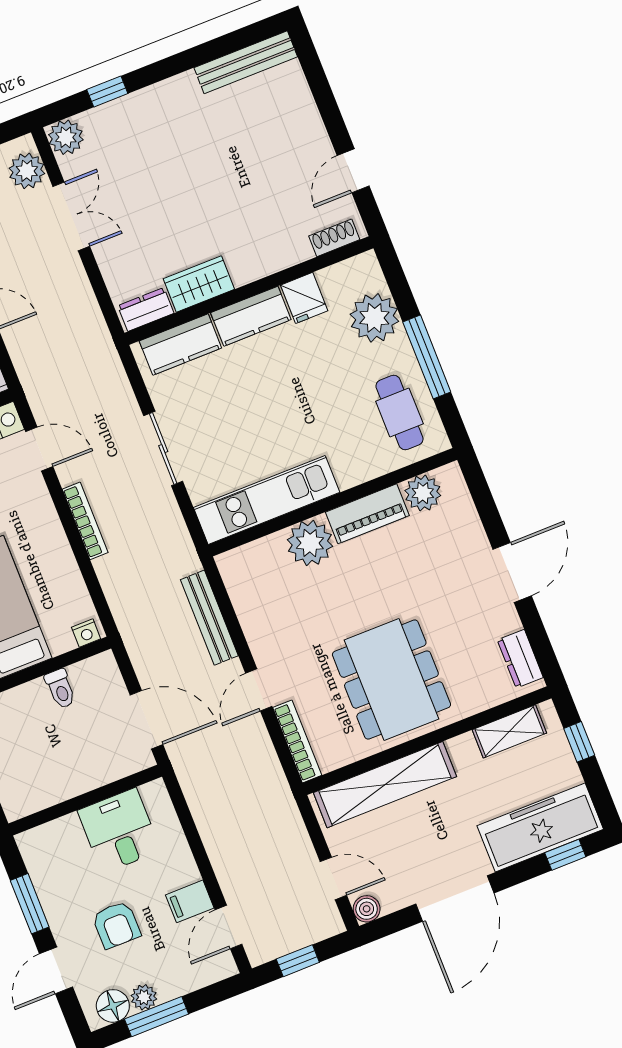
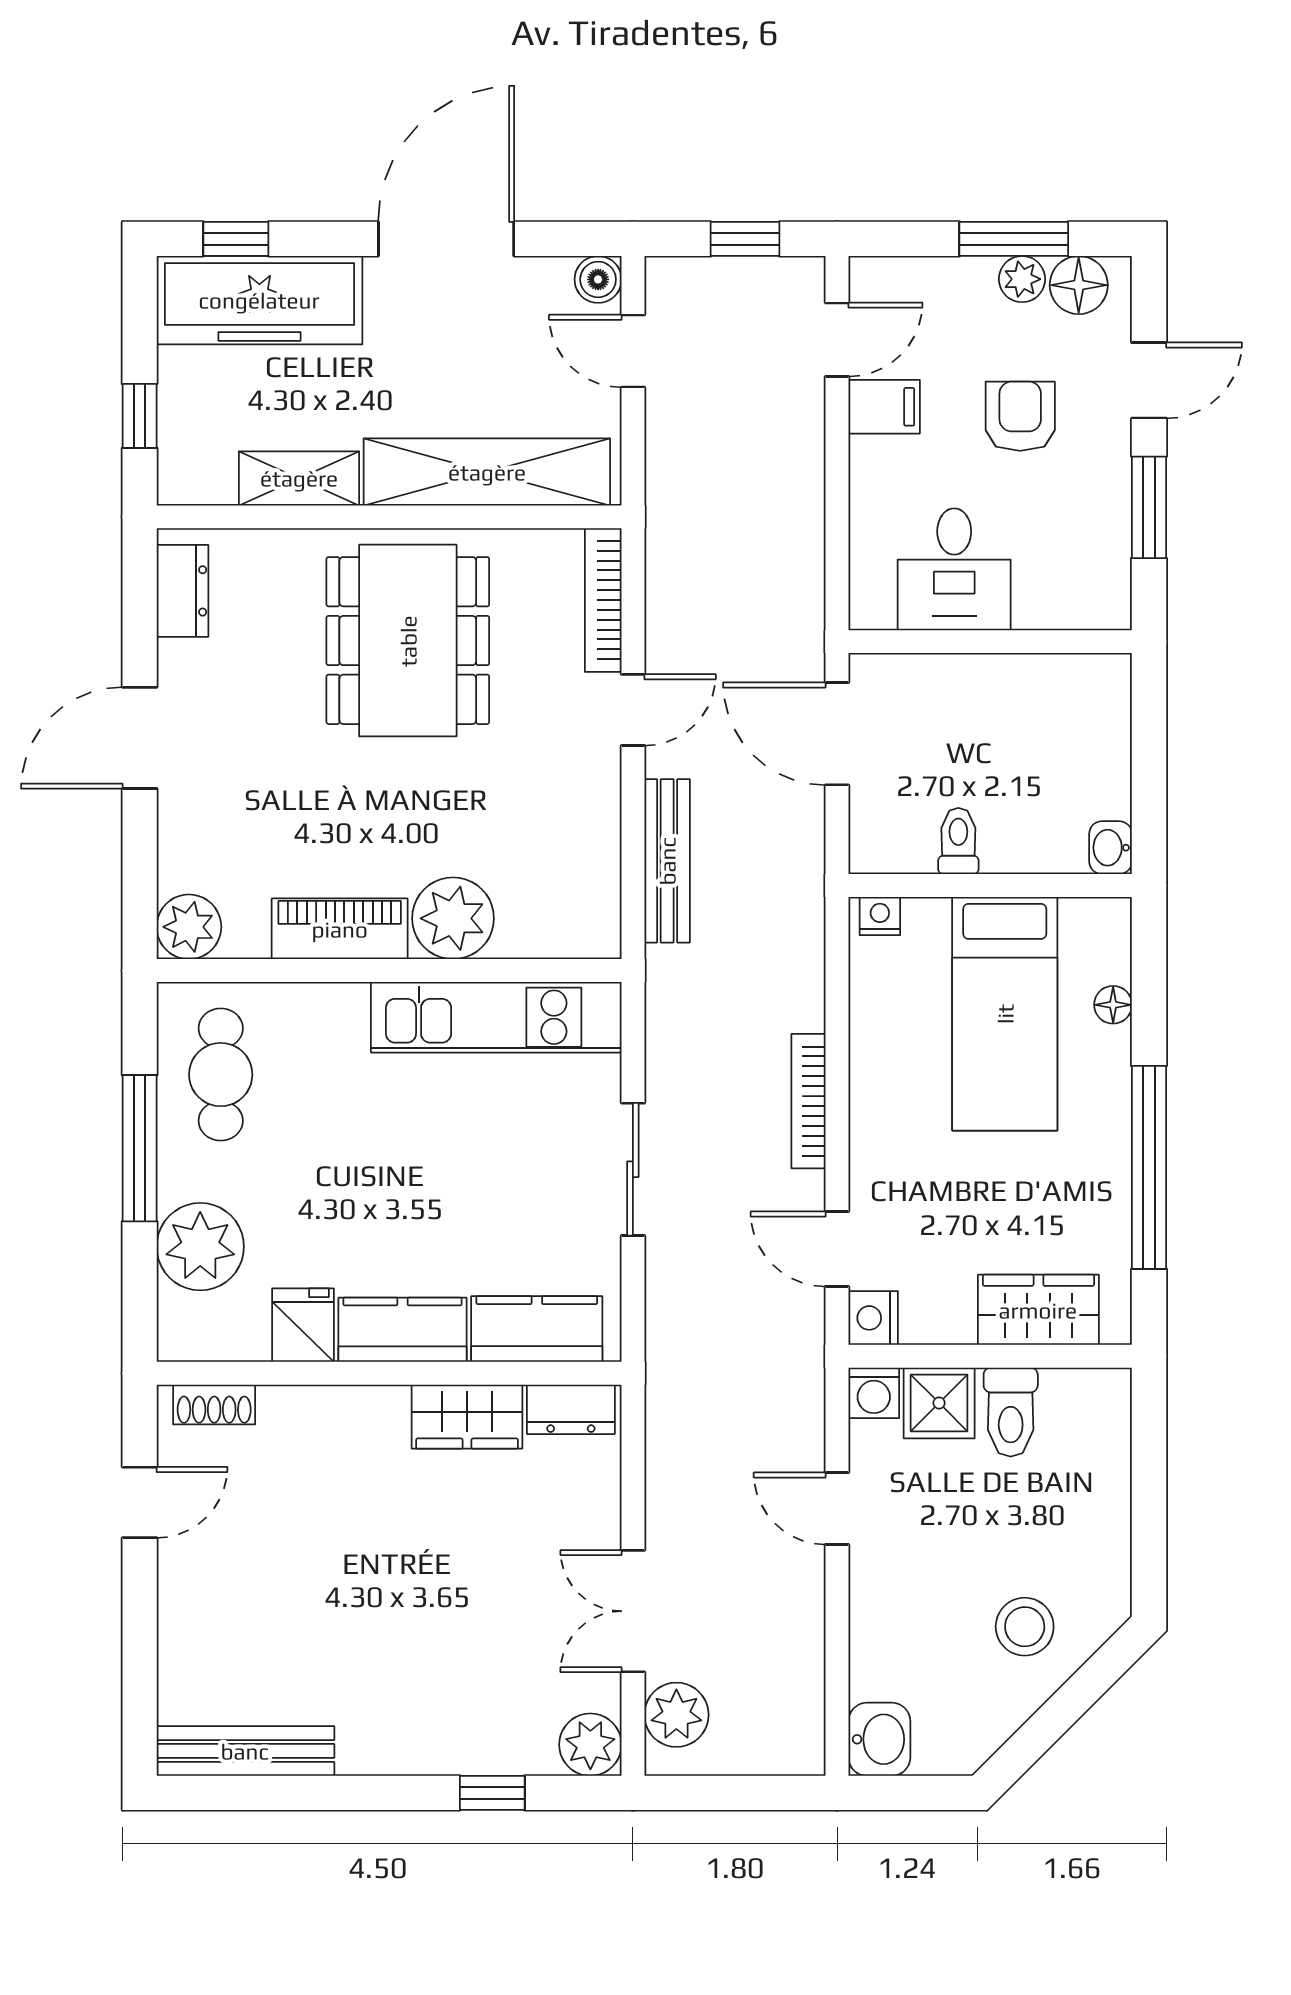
plant: (423, 493) -> (189, 927), moved
shelving: (509, 731) -> (299, 478), moved

